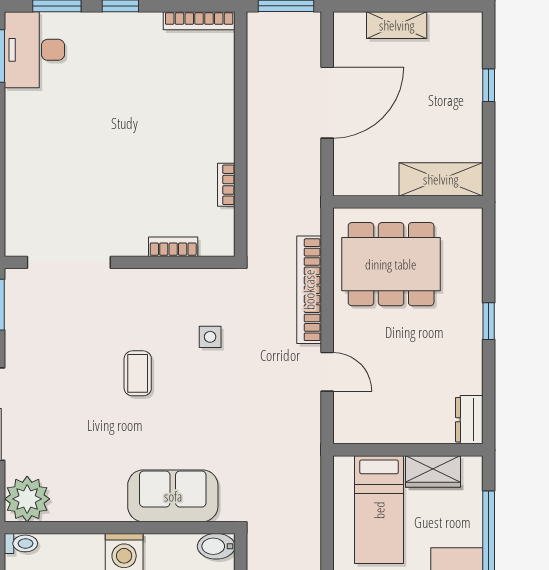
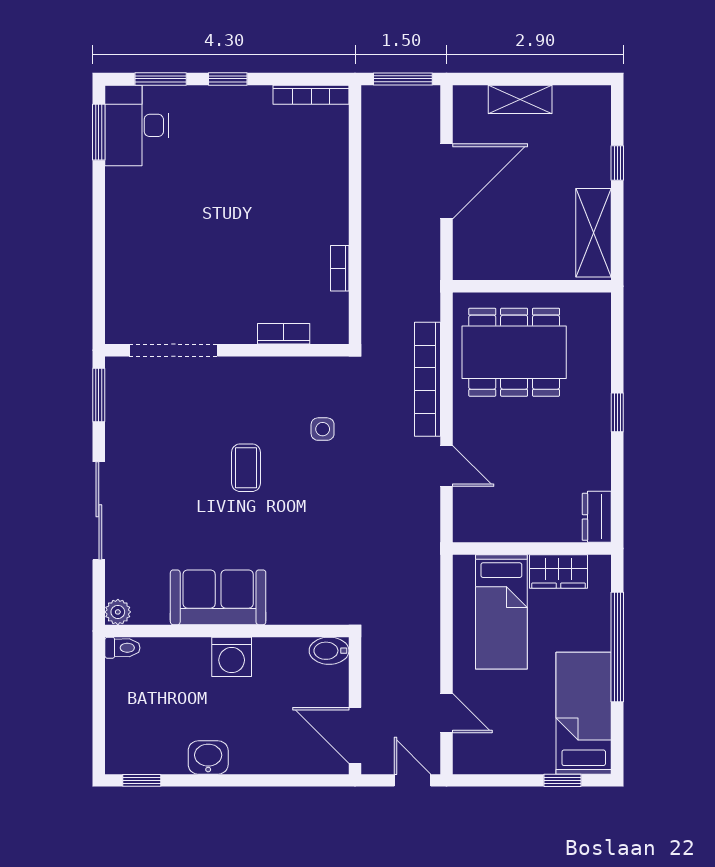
shelving: (441, 179) -> (593, 233), moved, turned 90
sofa: (173, 496) -> (218, 597), moved
plant: (27, 499) -> (118, 612), width x0.53, depth x0.53

